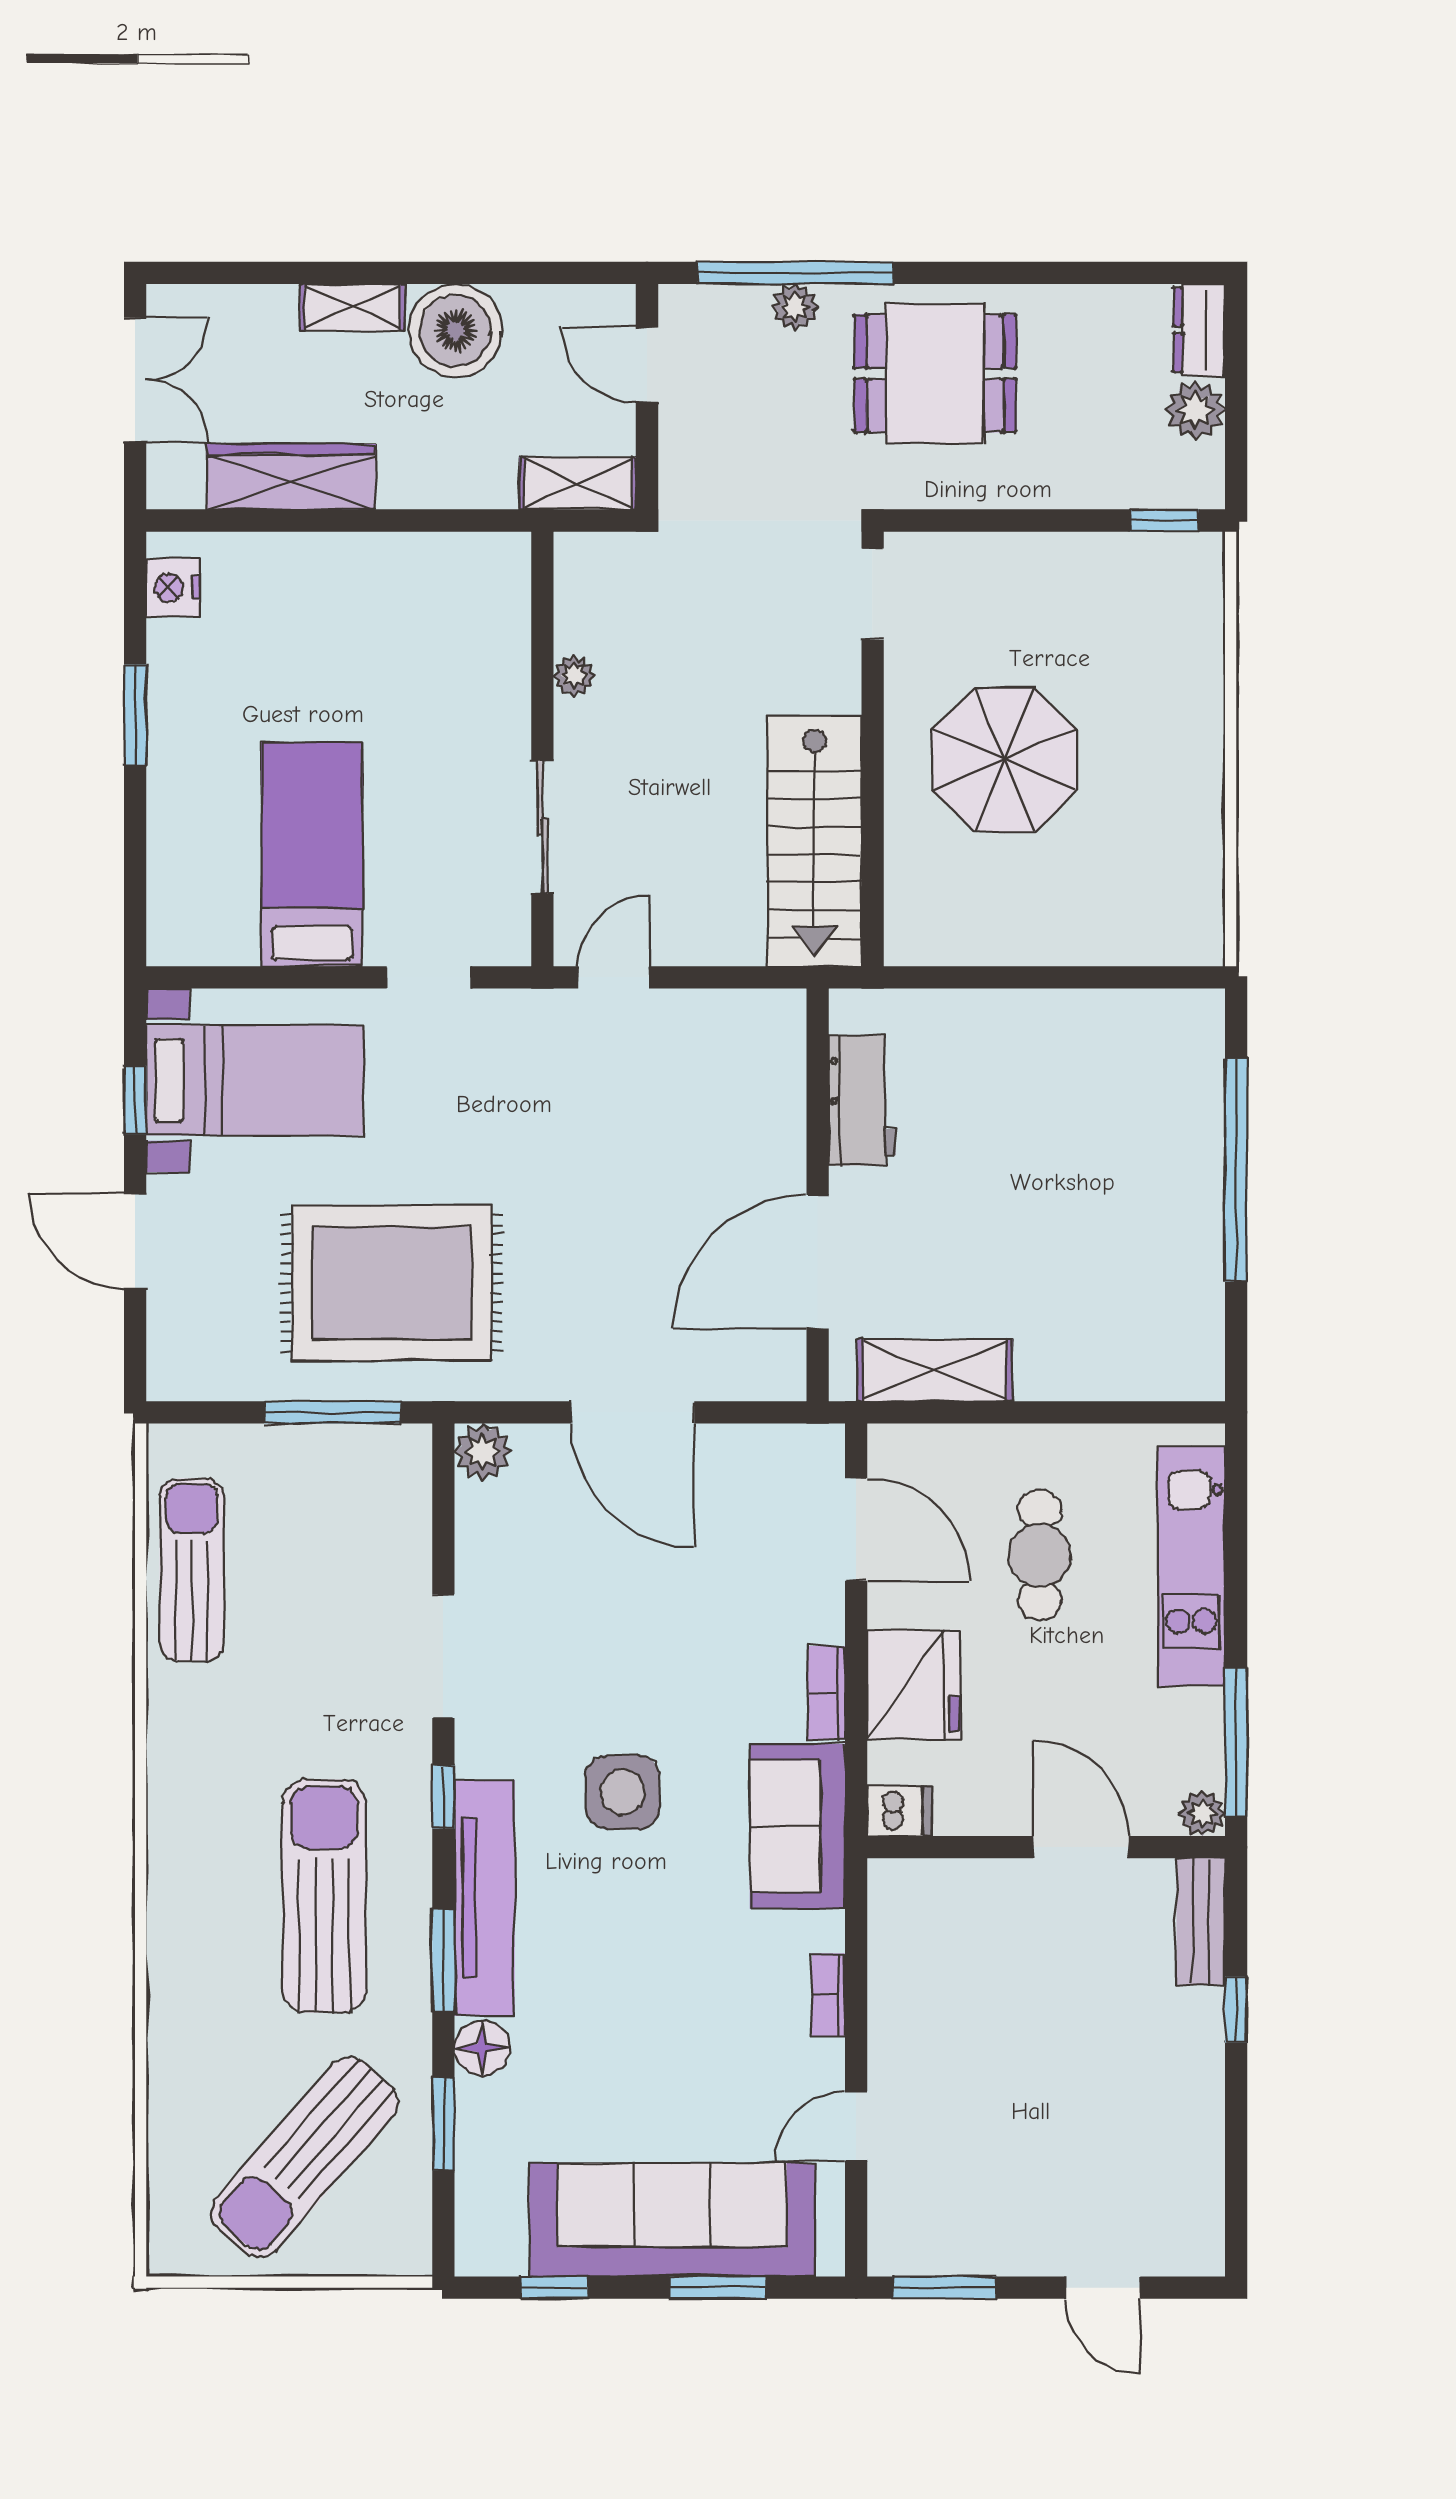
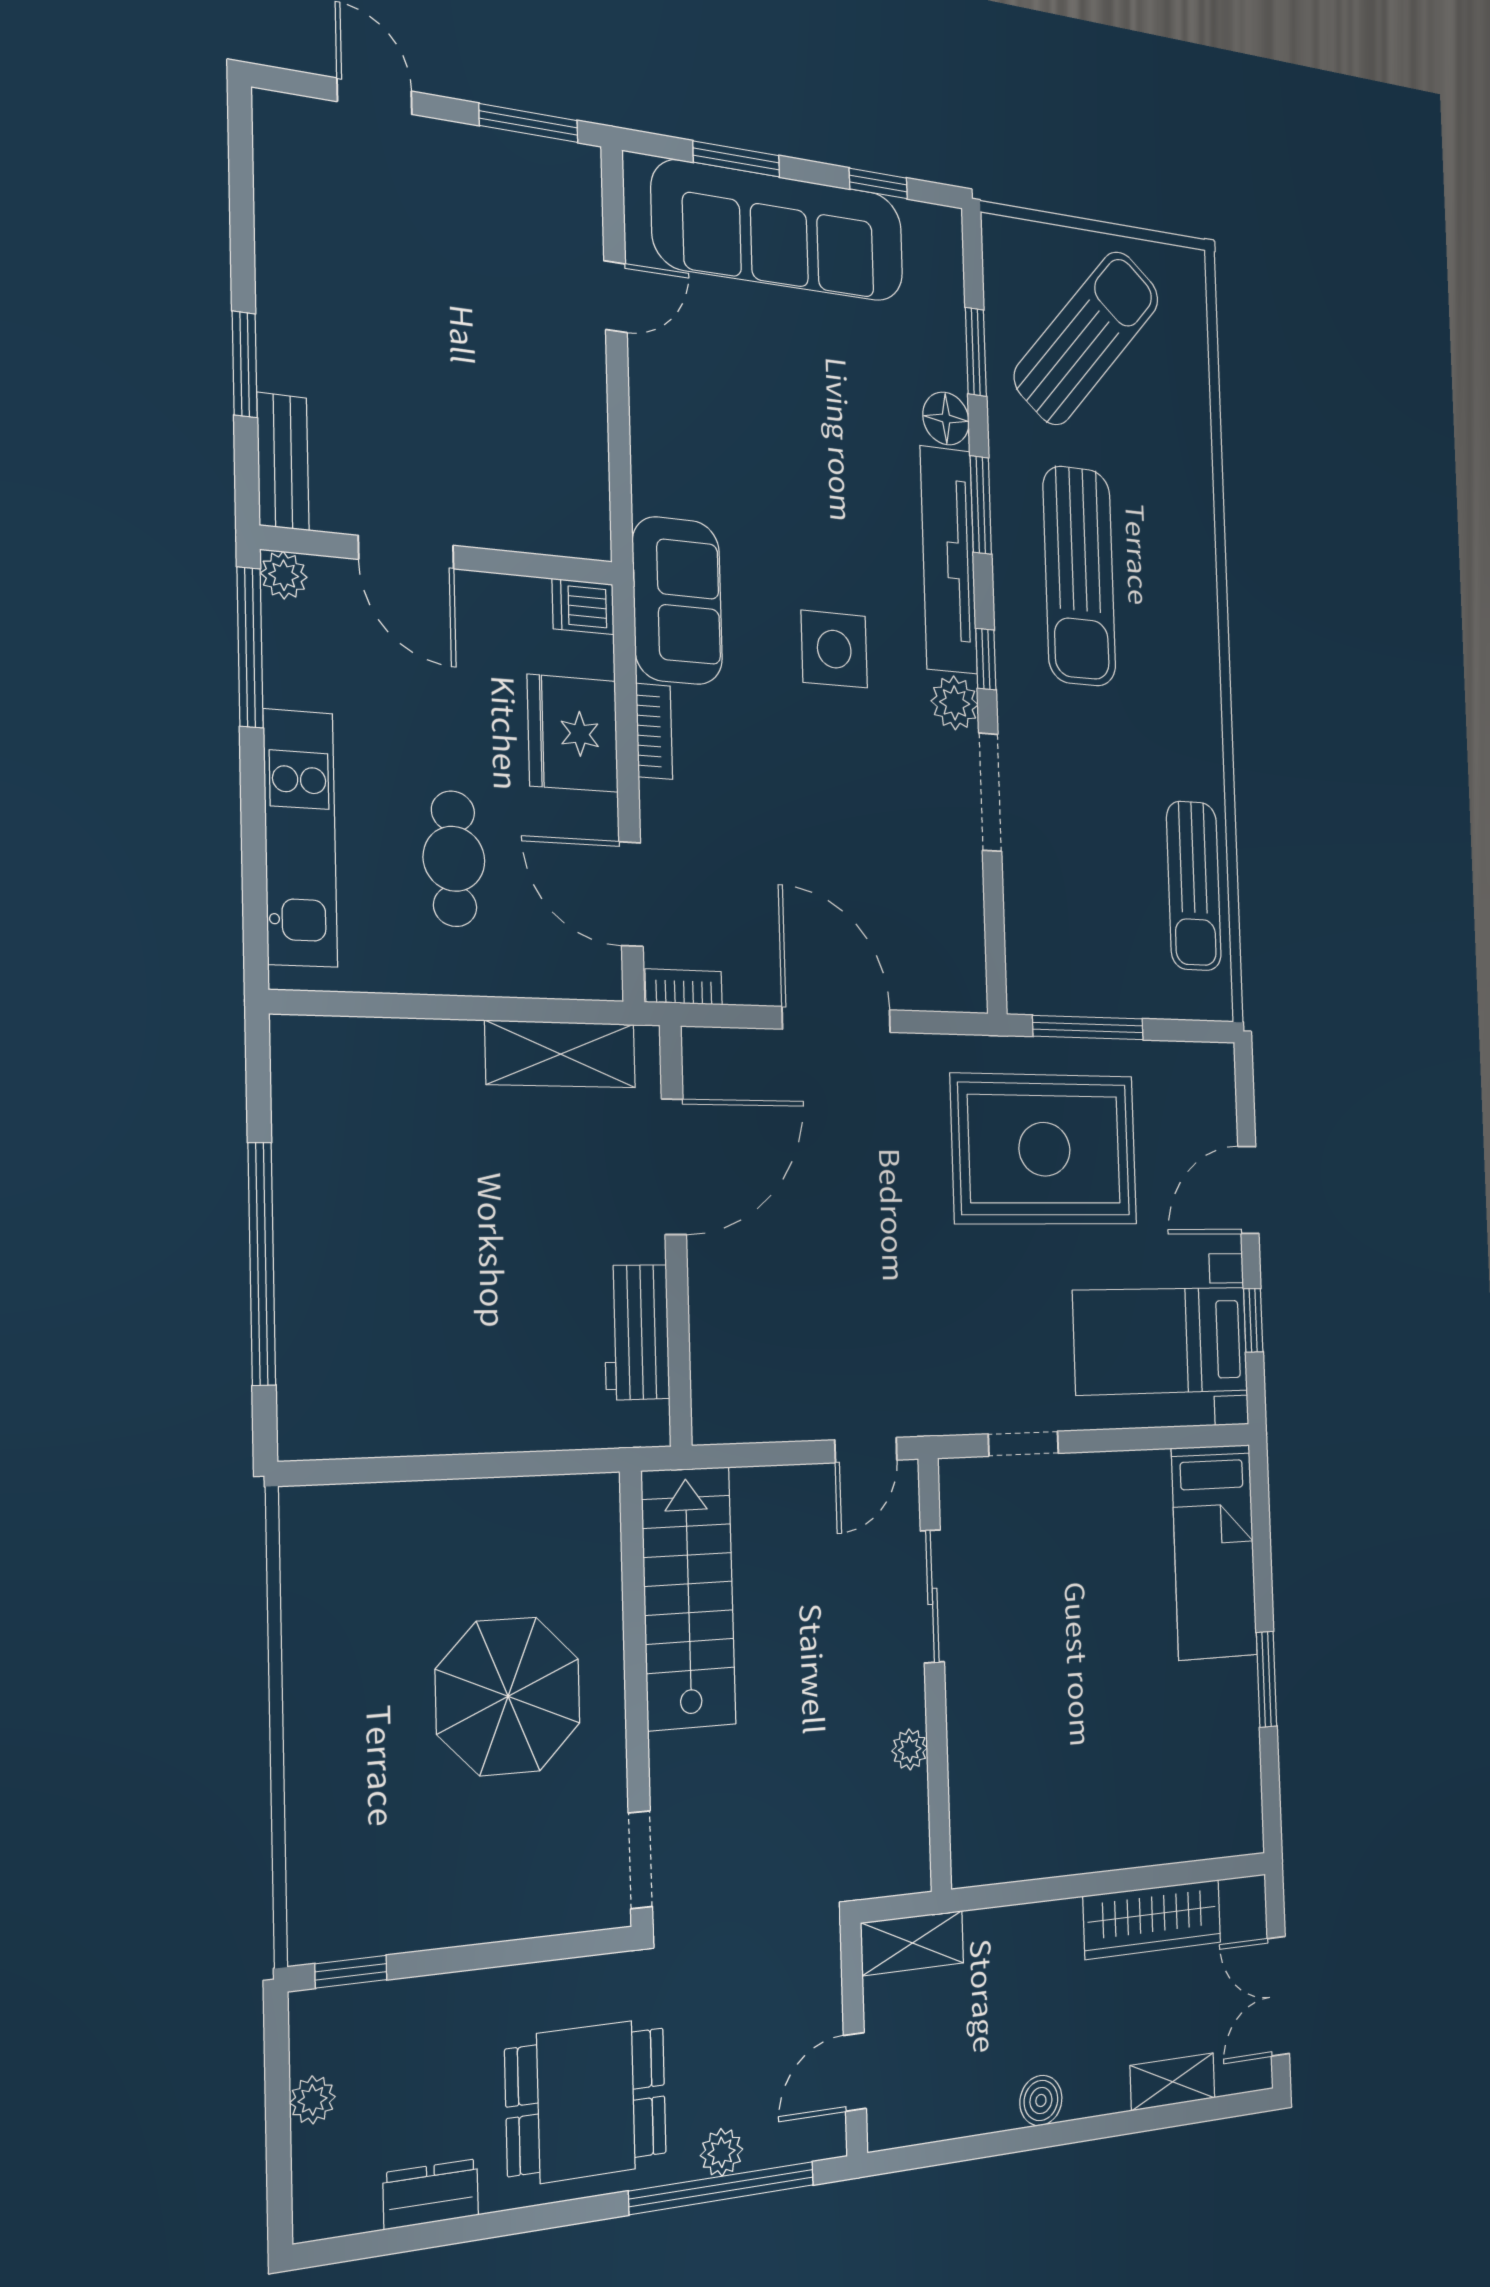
shelving: (352, 307) -> (1173, 2082), moved
dresser: (1199, 330) -> (431, 2194), moved, turned -90
boiler: (455, 331) -> (1041, 2100), width x0.54, depth x0.54
door: (647, 365) -> (855, 2072), swing flipped
plant: (1195, 410) -> (313, 2100), width x0.73, depth x0.73
nightstand: (173, 588) -> (1242, 1802), removed
bed: (312, 854) -> (1214, 1552), moved
door: (135, 1241) -> (1248, 1190), swing flipped
plant: (483, 1452) -> (955, 703), moved
bookcase: (829, 1995) -> (684, 987), moved, turned -90
window: (1236, 2009) -> (245, 364), width x1.50

